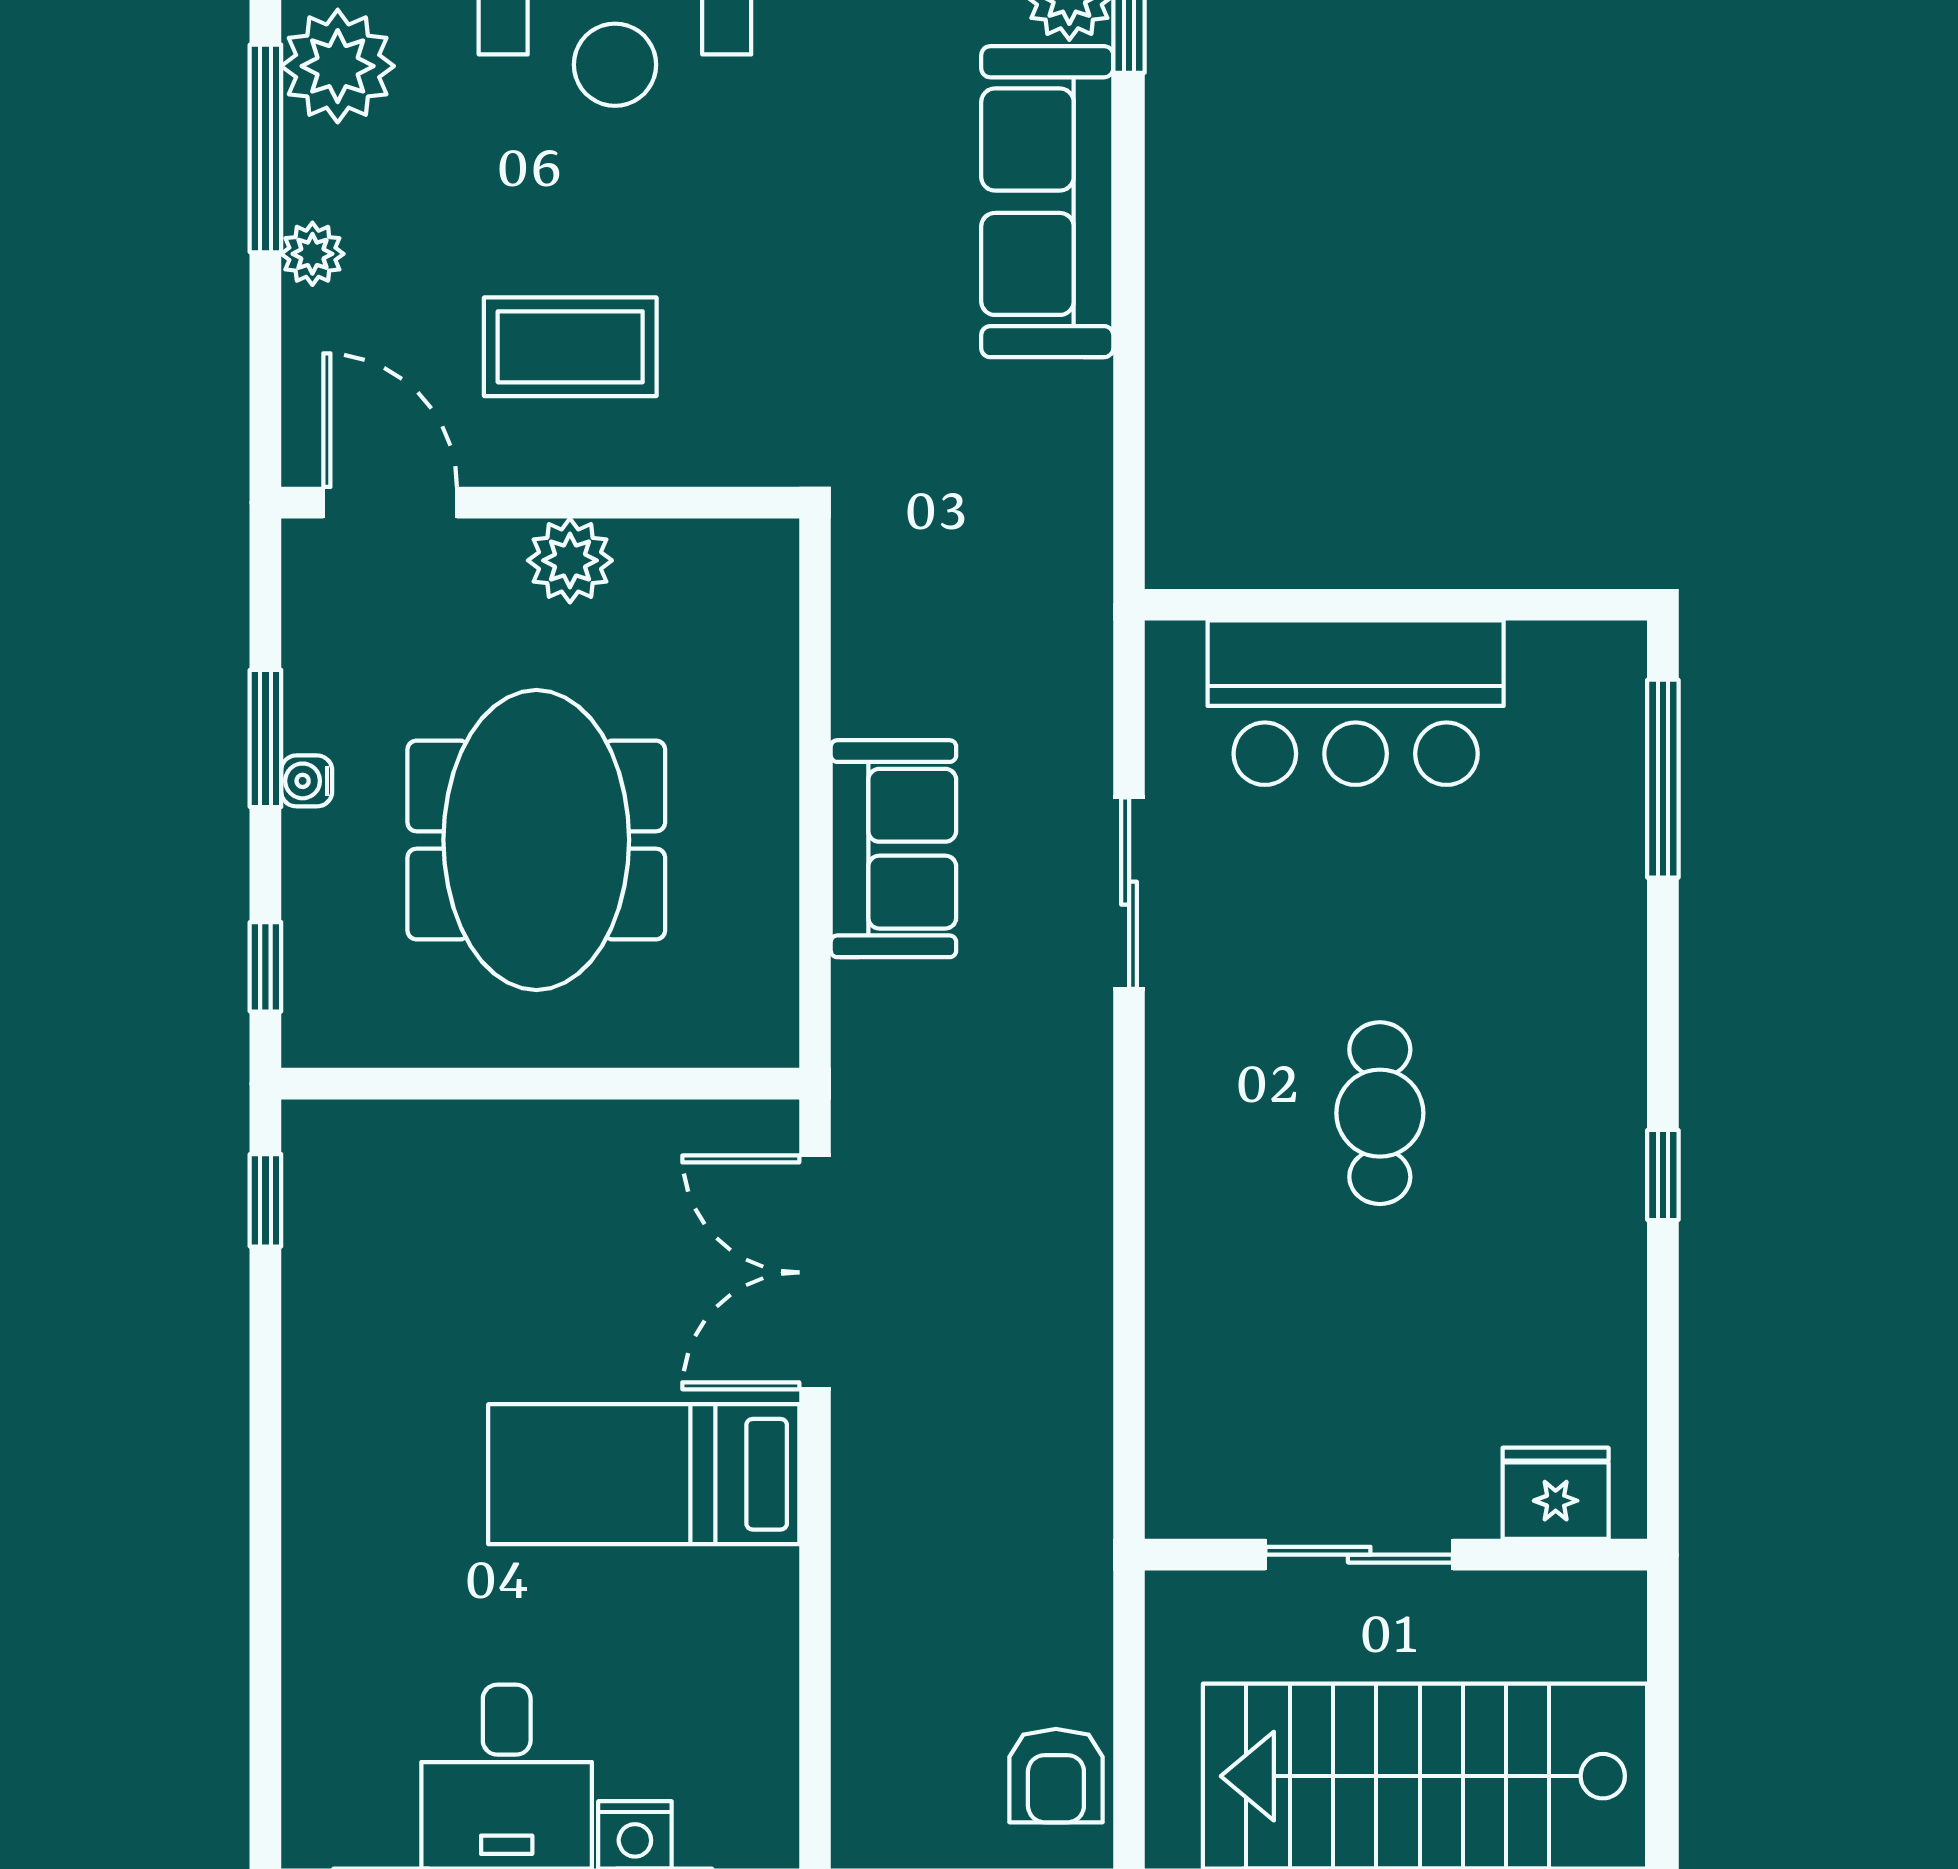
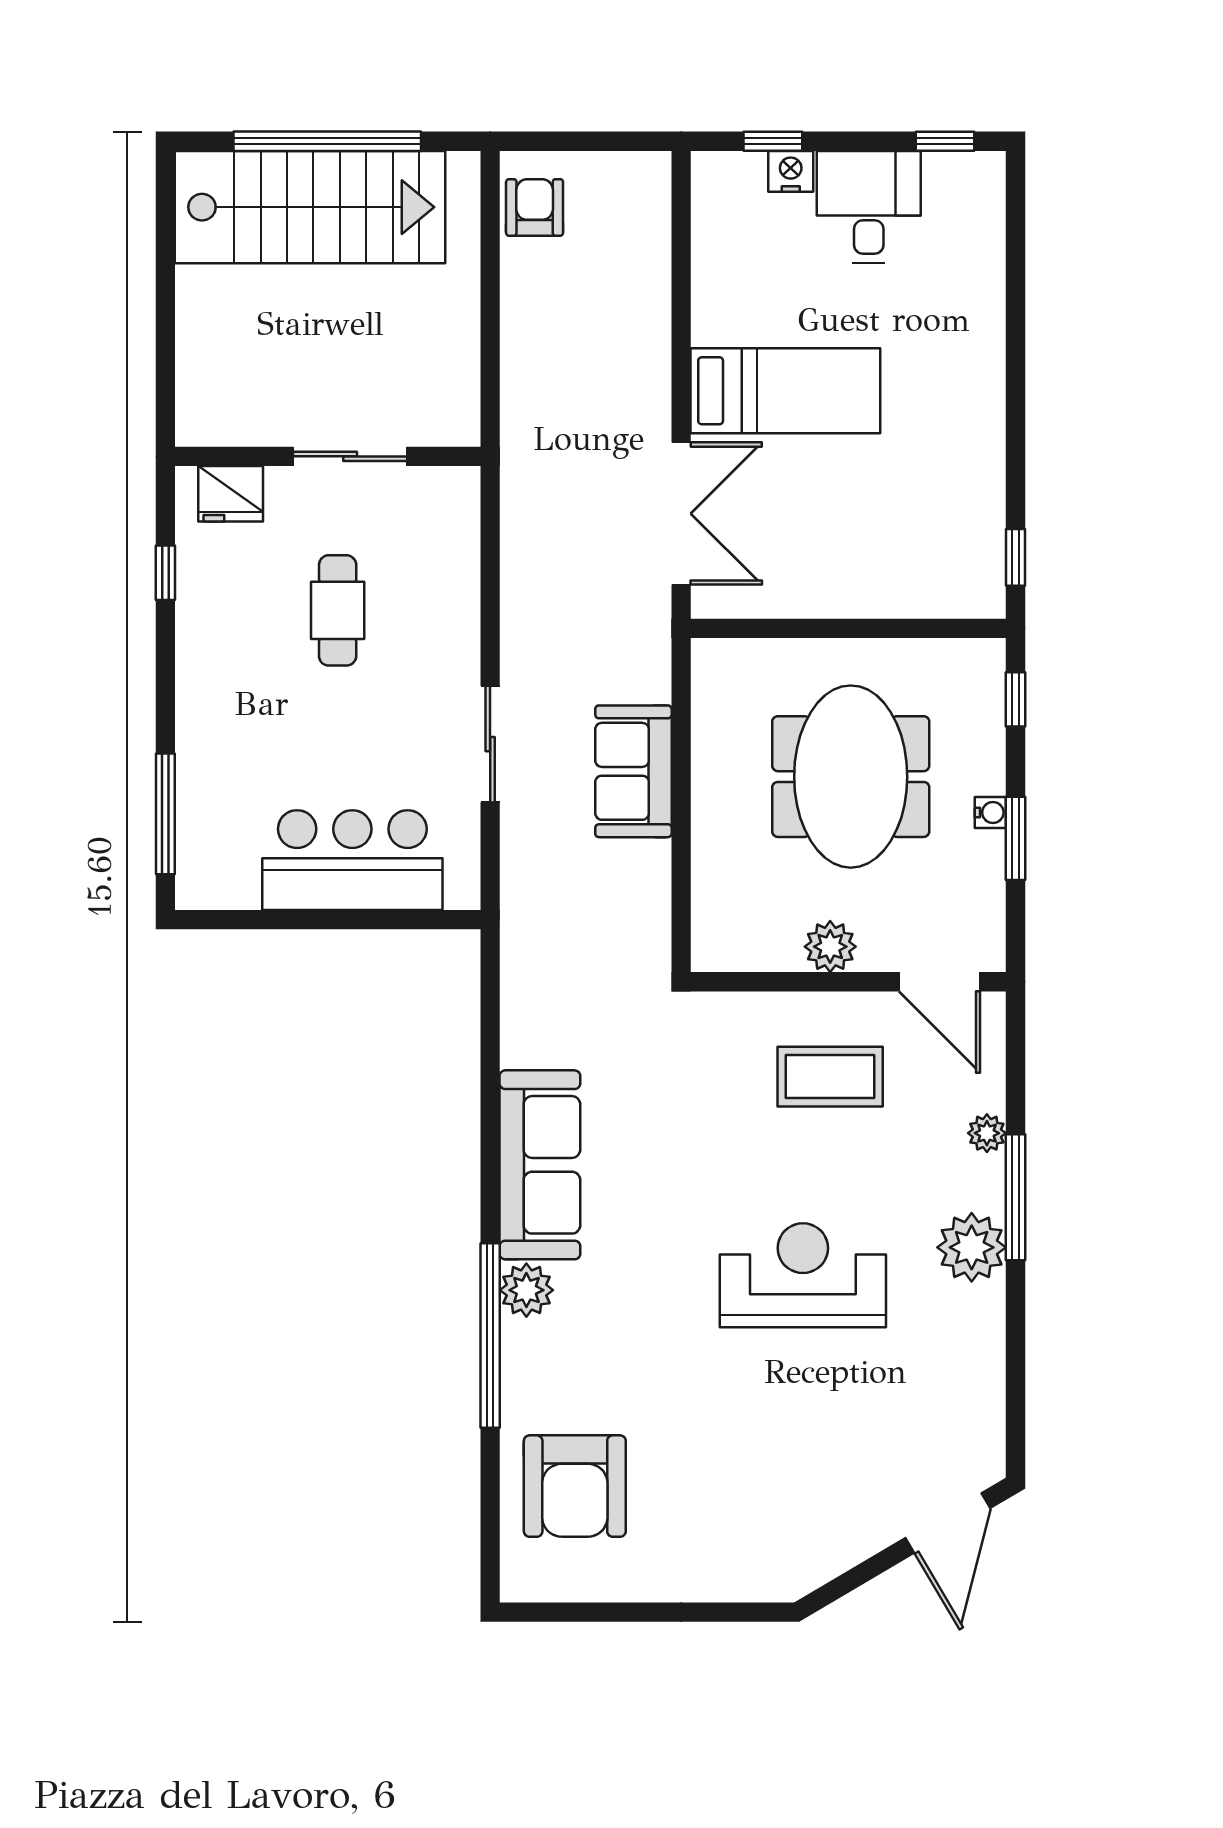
fridge: (1556, 1493) -> (231, 494), moved
sliding door: (1359, 1555) -> (350, 456), moved
wall: (1396, 1555) -> (328, 456), moved

